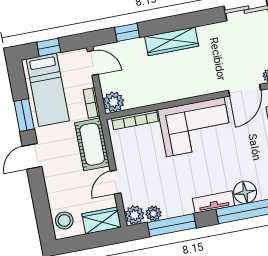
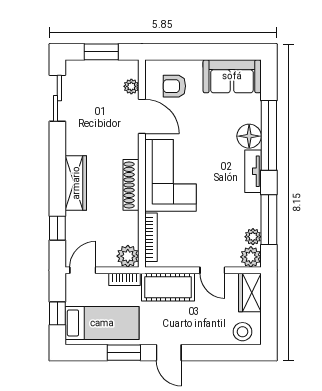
shoe rack: (180, 92) -> (131, 185), added

